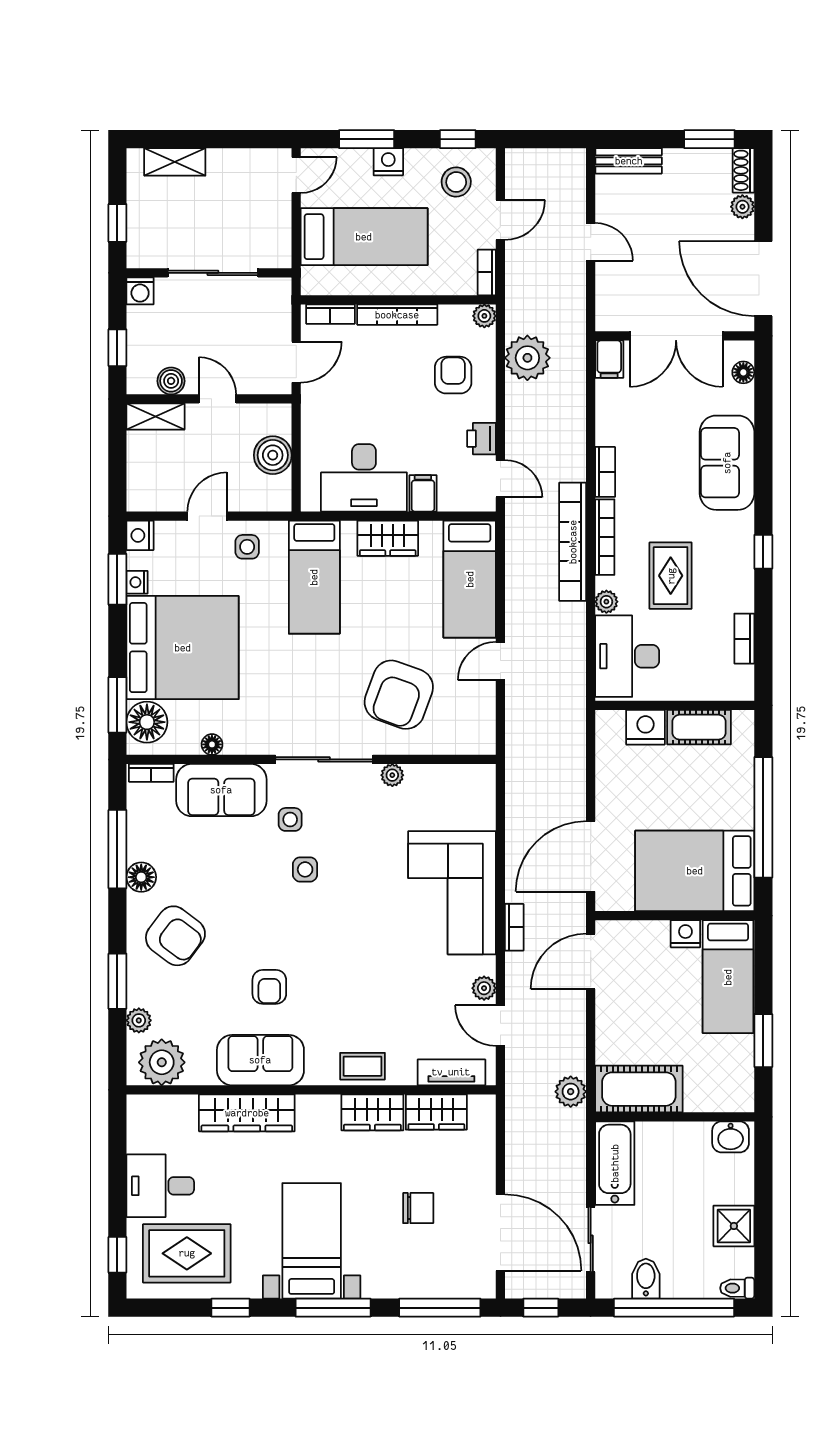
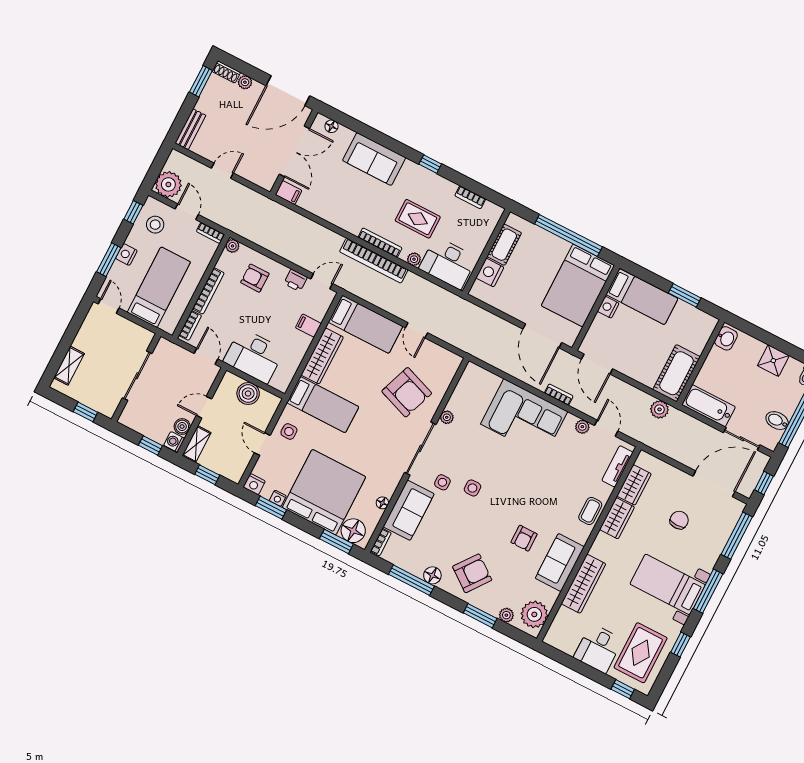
washing machine: (140, 291) -> (174, 442), moved, turned 180
plant: (527, 358) -> (168, 184), moved
window: (117, 457) -> (207, 475), added
bookcase: (605, 472) -> (346, 225), removed
desk: (364, 478) -> (254, 356), moved, turned 90
wardrobe: (388, 538) -> (322, 356), width x1.50
armchair: (269, 987) -> (524, 538), turned 90
door: (500, 1025) -> (606, 428), swing flipped

